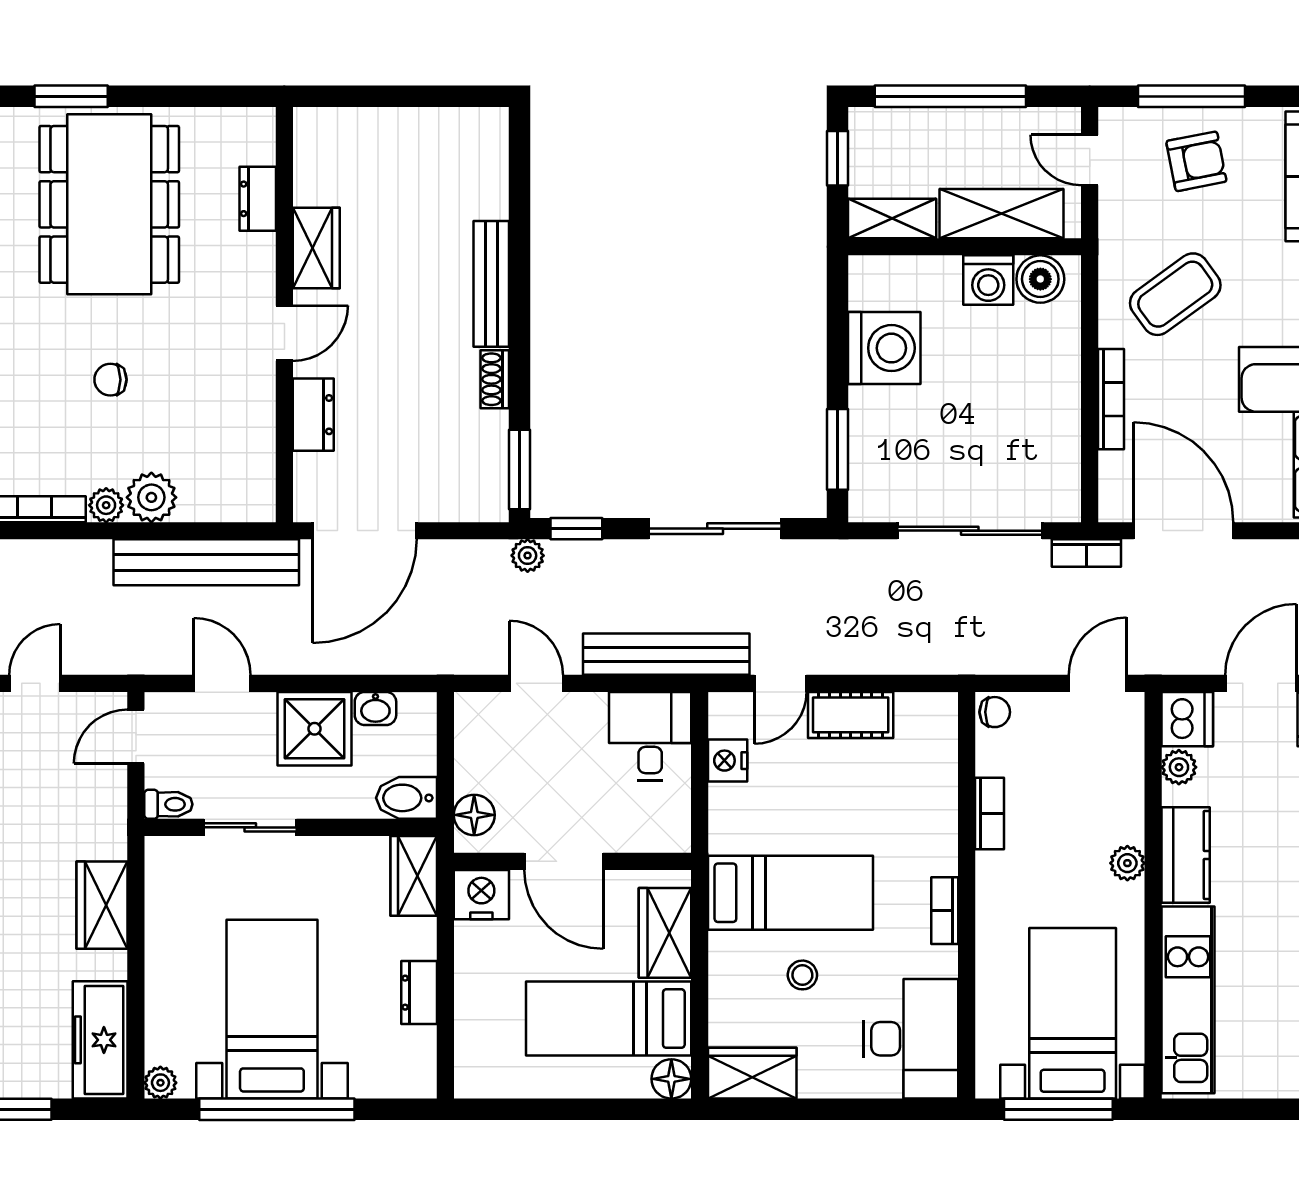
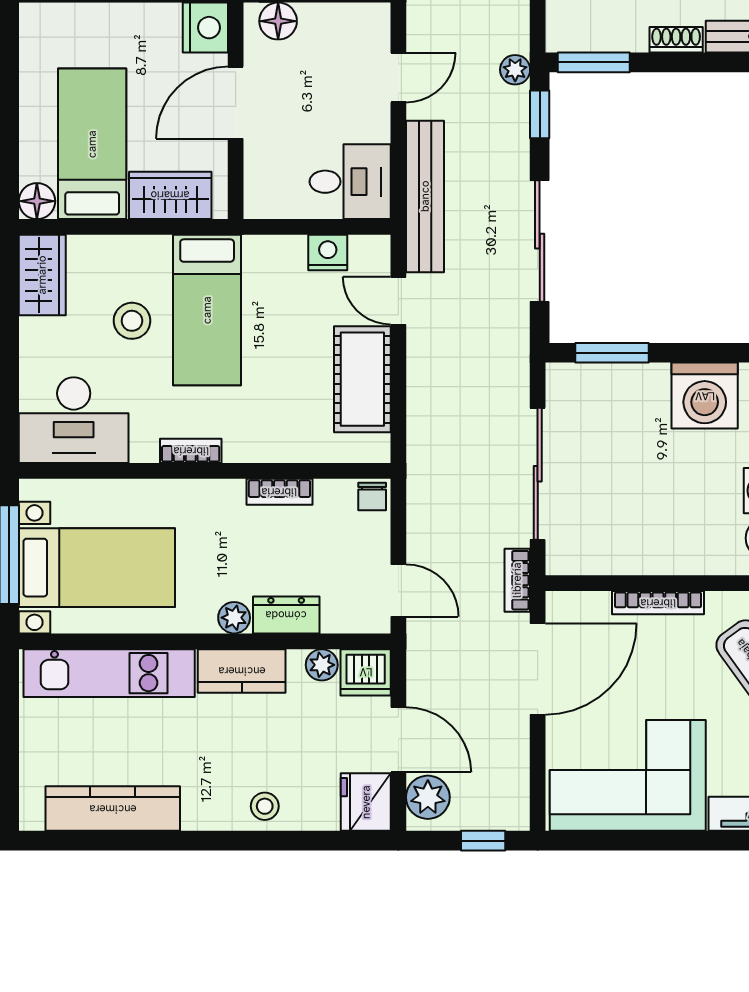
cot: (851, 715) -> (362, 379), width x1.37, depth x1.34
dresser: (1124, 806) -> (286, 615), added
stool: (802, 975) -> (132, 321), width x1.37, depth x1.37

